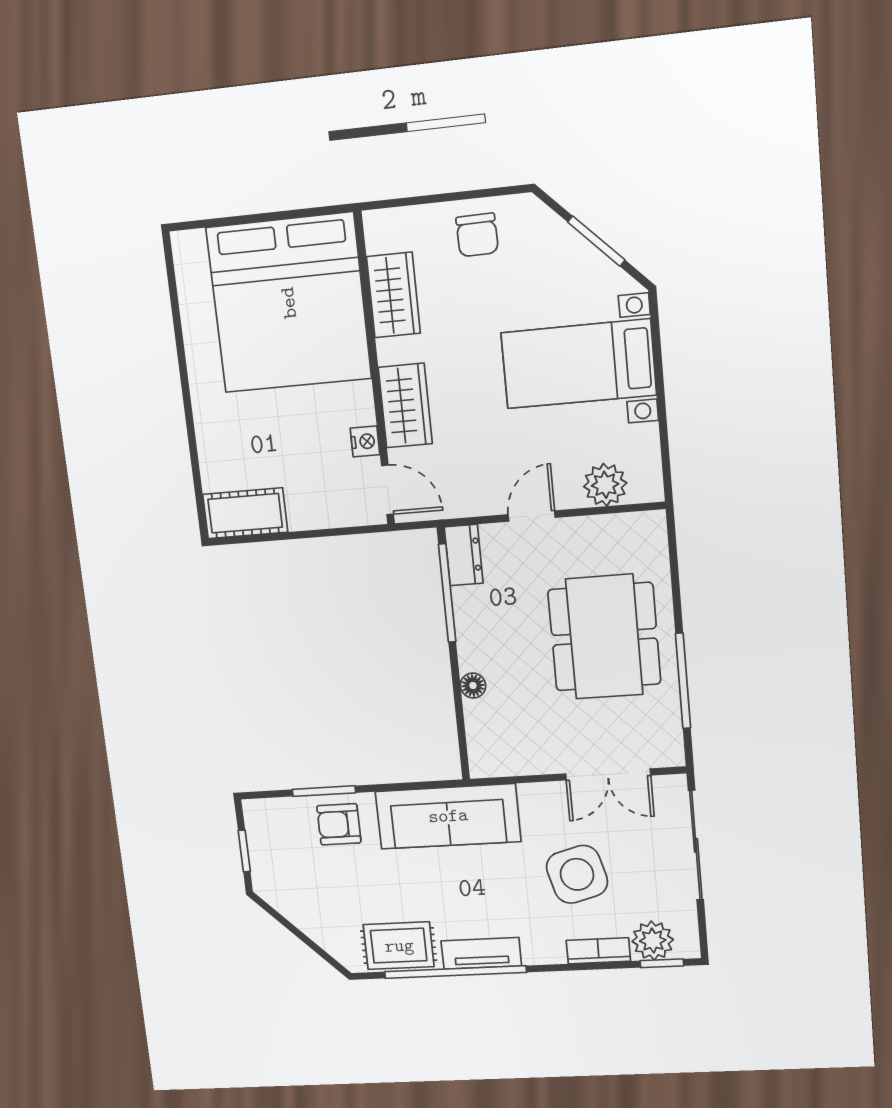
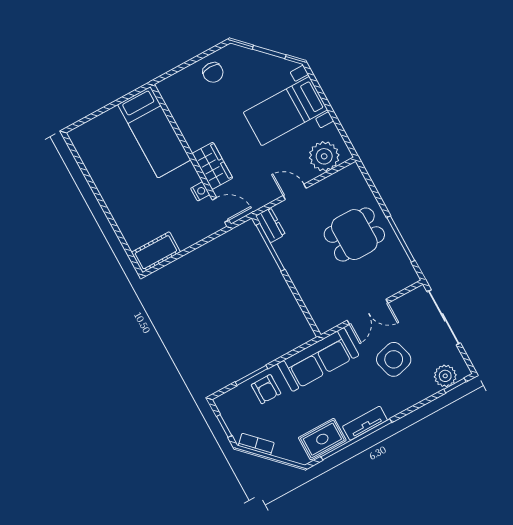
wardrobe: (393, 295) -> (185, 117), removed
bed: (289, 303) -> (154, 132), width x0.49
plant: (605, 485) -> (324, 156), width x1.36, depth x1.36
door: (532, 516) -> (295, 192), hinge flipped
dining table: (604, 637) -> (354, 235), width x0.73
floor lamp: (473, 686) -> (302, 287), removed
double door: (608, 774) -> (368, 312), moved
armchair: (339, 824) -> (266, 389), turned -90
bookcase: (598, 951) -> (256, 444), moved, turned 45

